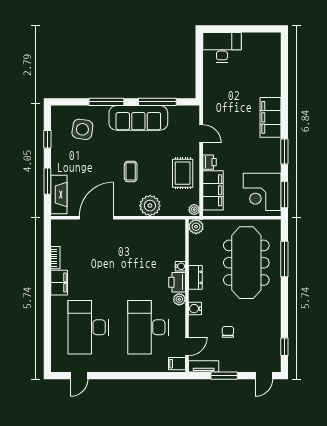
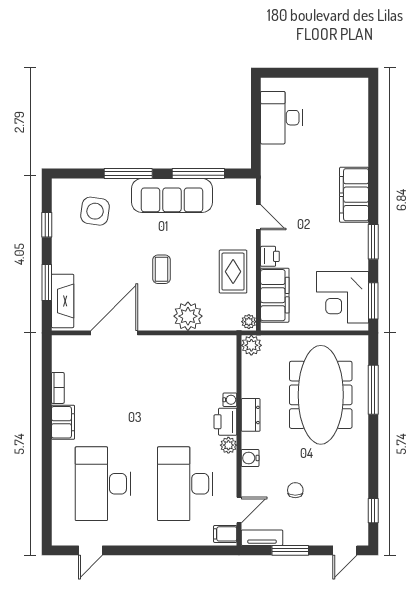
desk: (222, 47) -> (281, 118), moved, turned -90

